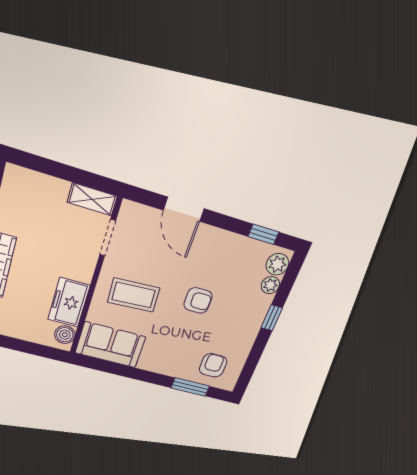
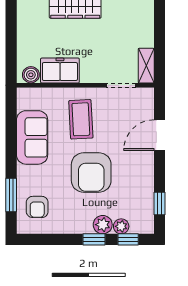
plant: (277, 264) -> (103, 225), moved
window: (288, 282) -> (128, 239), added
armchair: (198, 300) -> (91, 172), width x1.88, depth x1.88
sofa: (110, 345) -> (32, 137), moved
armchair: (213, 365) -> (37, 207), turned 90

